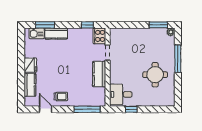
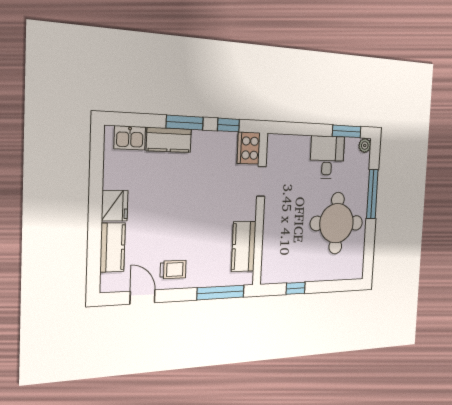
window: (45, 25) -> (185, 123), moved
kitchen counter: (99, 74) -> (244, 246), moved
round table: (155, 75) -> (337, 223), width x1.36, depth x1.36
desk: (121, 94) -> (327, 157), moved, turned 90

